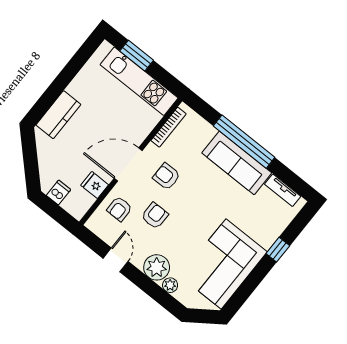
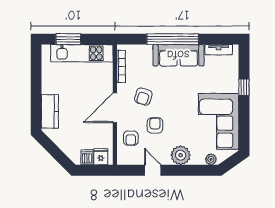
armchair: (167, 176) -> (143, 97), turned -72
fridge: (95, 185) -> (101, 157), moved, turned 90
plant: (170, 285) -> (211, 159), moved

